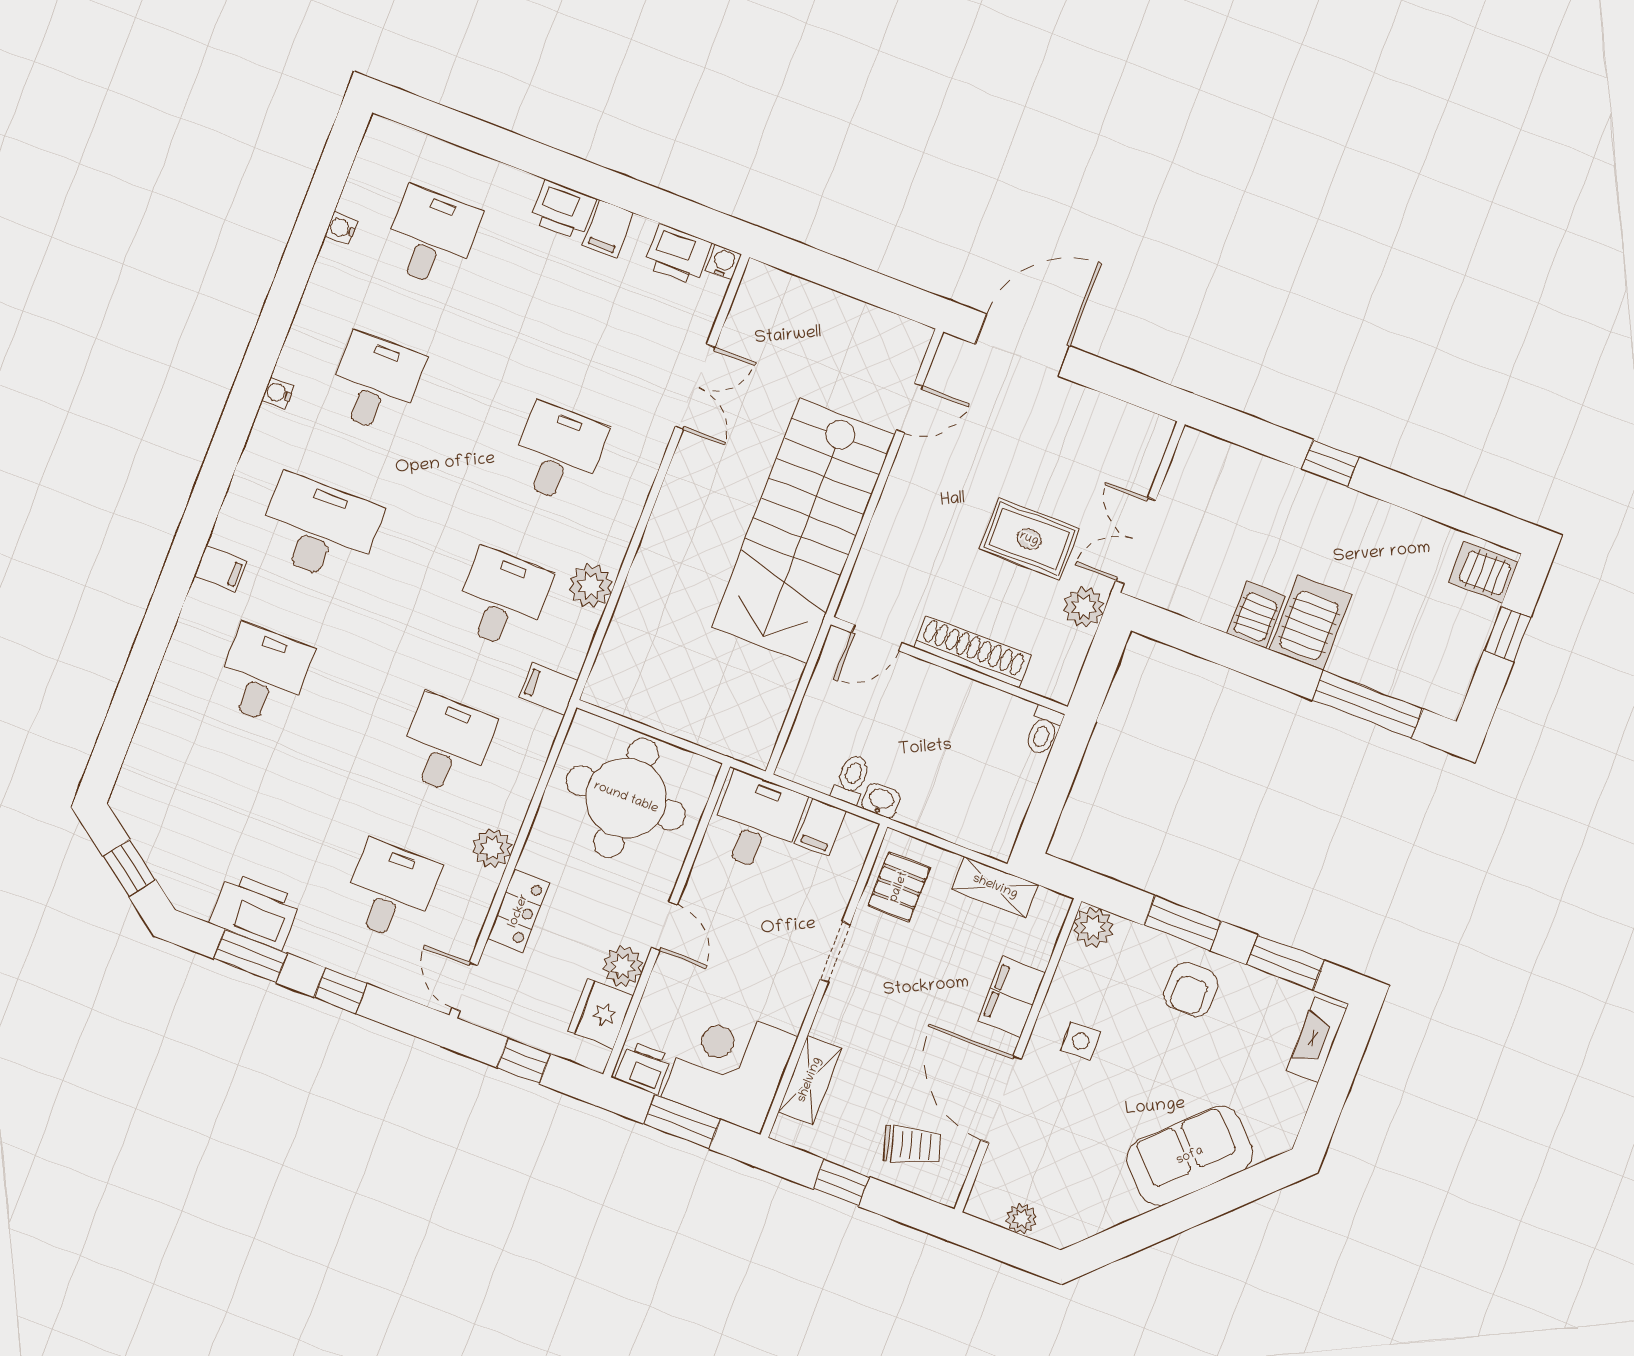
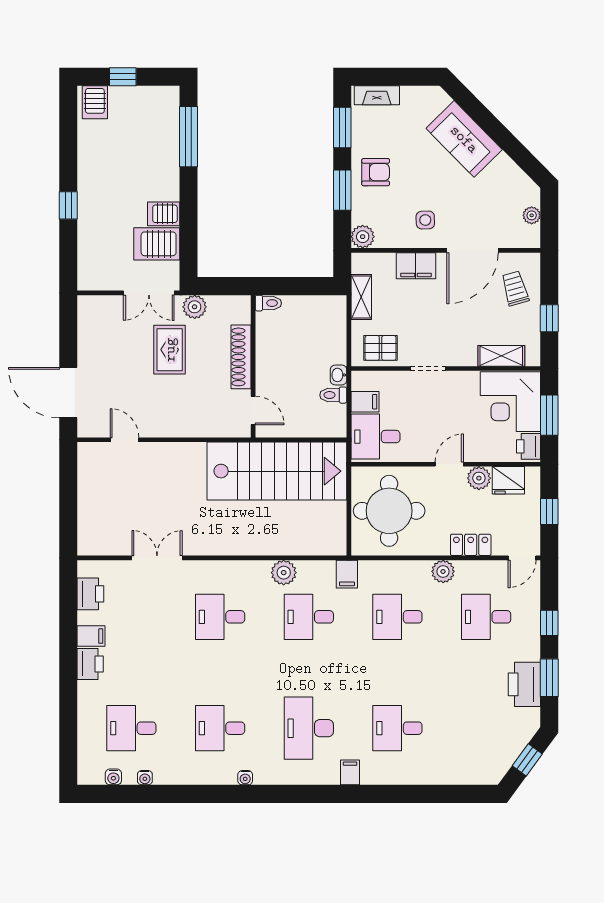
water cooler: (723, 262) -> (113, 777), moved, turned -90
stairs: (803, 531) -> (277, 471), moved
server rack: (1310, 622) -> (157, 244), moved

